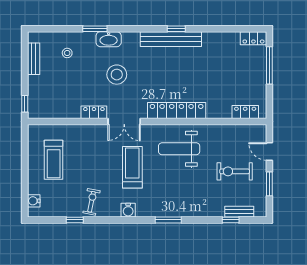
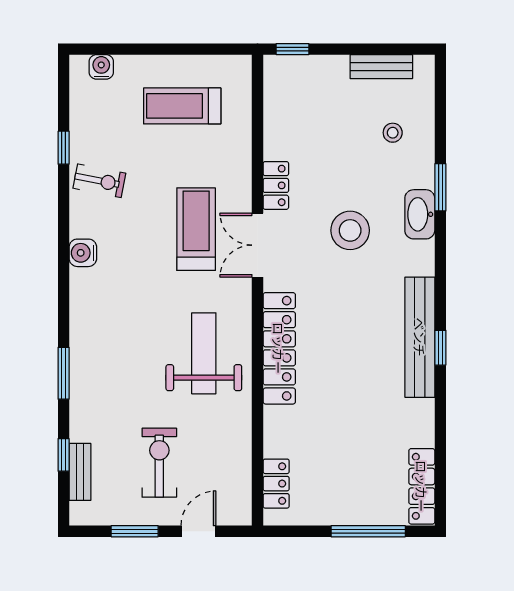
locker: (253, 38) -> (422, 486), width x1.53
treadmill: (132, 167) -> (196, 229), moved, turned -90
window: (168, 220) -> (64, 373), moved

